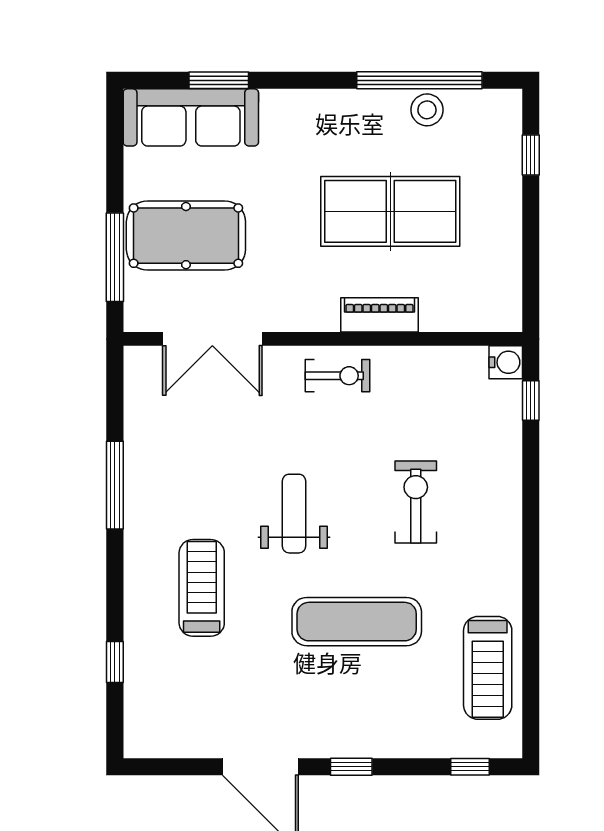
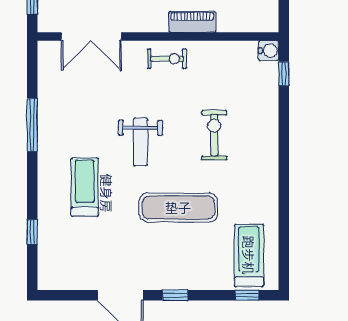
weight bench: (294, 514) -> (141, 142), turned 180
treadmill: (488, 668) -> (249, 255), moved, turned 180

